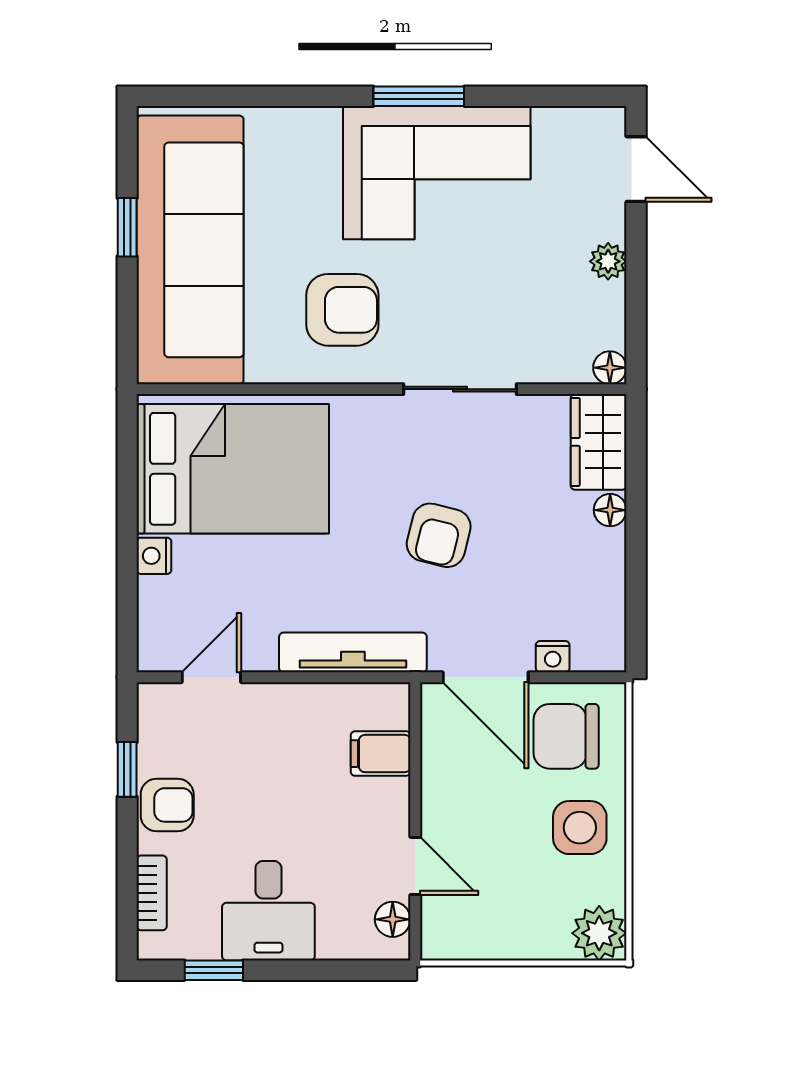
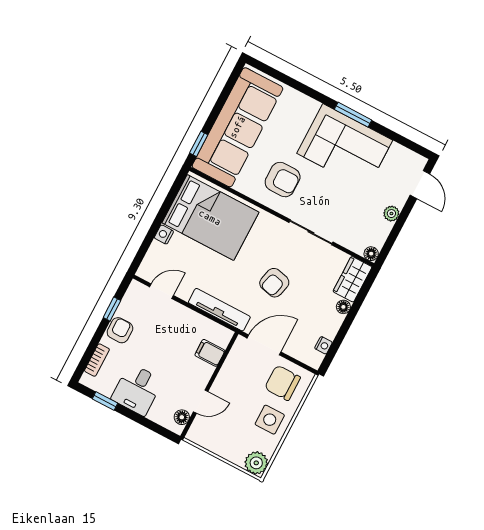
window: (127, 227) -> (199, 144), moved
nightstand: (553, 657) -> (323, 345), moved, turned -90
door: (486, 677) -> (264, 345), swing flipped
armchair: (167, 805) -> (120, 330), turned -90
door: (415, 866) -> (201, 402), hinge flipped

